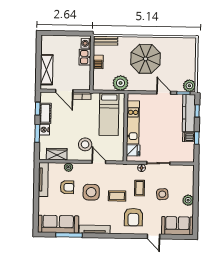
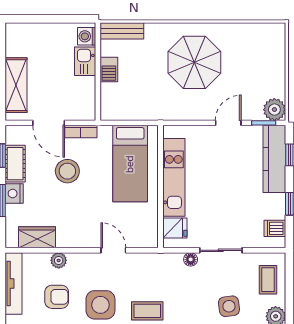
plant: (121, 83) -> (150, 107), removed
door: (164, 93) -> (228, 123), hinge flipped
dishwasher: (189, 137) -> (275, 228), moved
stool: (85, 144) -> (67, 171), moved
coffee table: (140, 188) -> (268, 280), moved

